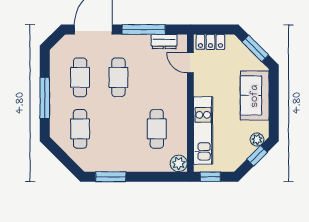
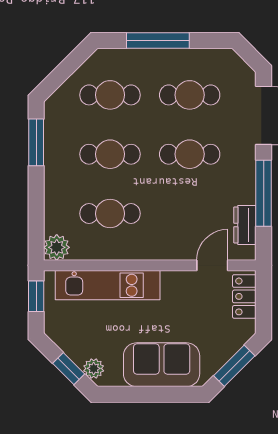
cafe table: (118, 129) -> (110, 154), added

